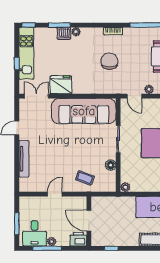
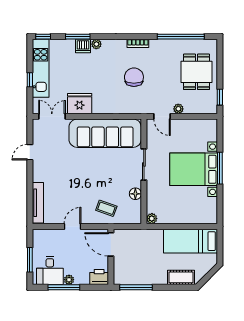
tv unit: (24, 159) -> (38, 203), moved
door: (89, 221) -> (111, 244), moved
window: (111, 248) -> (136, 287), width x2.17

